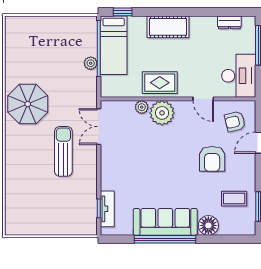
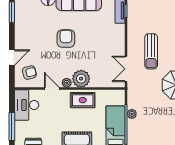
plant: (142, 107) -> (67, 83), moved
double door: (99, 127) -> (126, 69), swing flipped
armchair: (212, 159) -> (66, 39), moved
coffee table: (234, 199) -> (30, 18), removed

